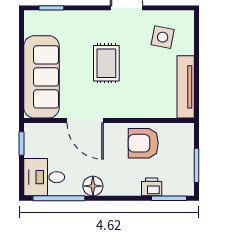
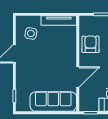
rug: (106, 63) -> (46, 65), removed
armchair: (143, 143) -> (91, 44), turned 180

